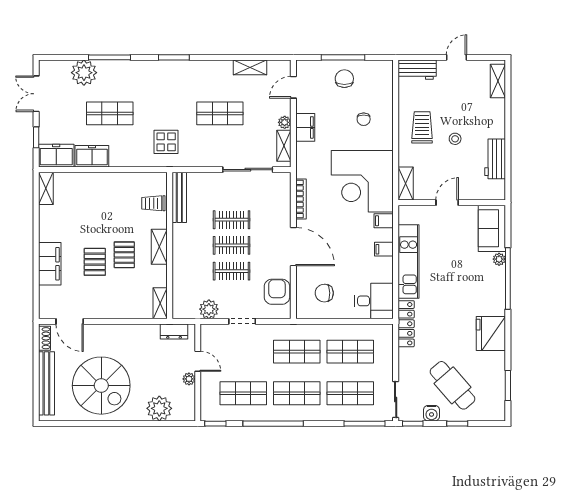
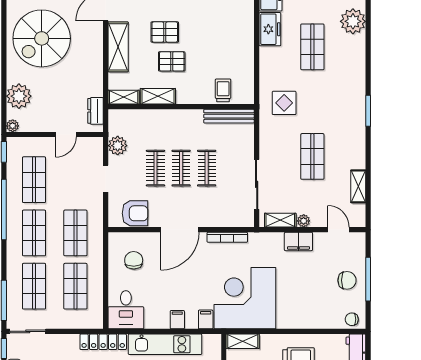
window: (109, 57) -> (368, 47), removed
chair: (364, 119) -> (352, 319), moved
shelving: (159, 247) -> (158, 96), moved
shelving: (110, 309) -> (118, 47), added
plant: (189, 379) -> (13, 126), moved

